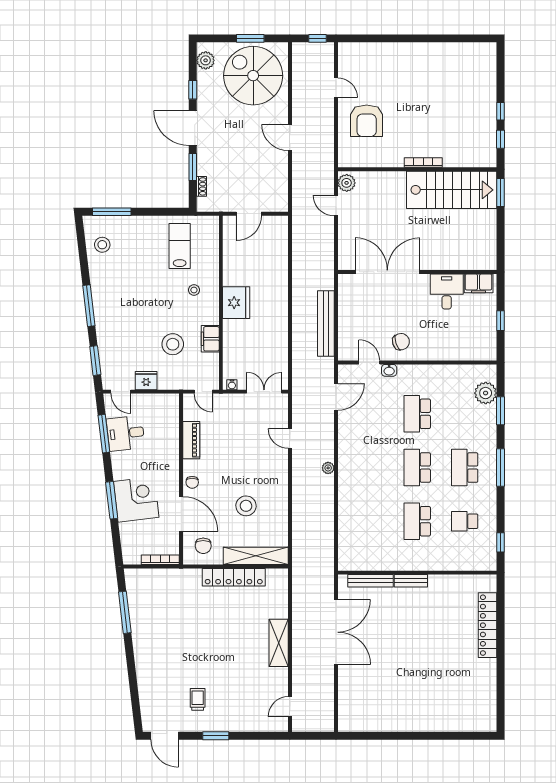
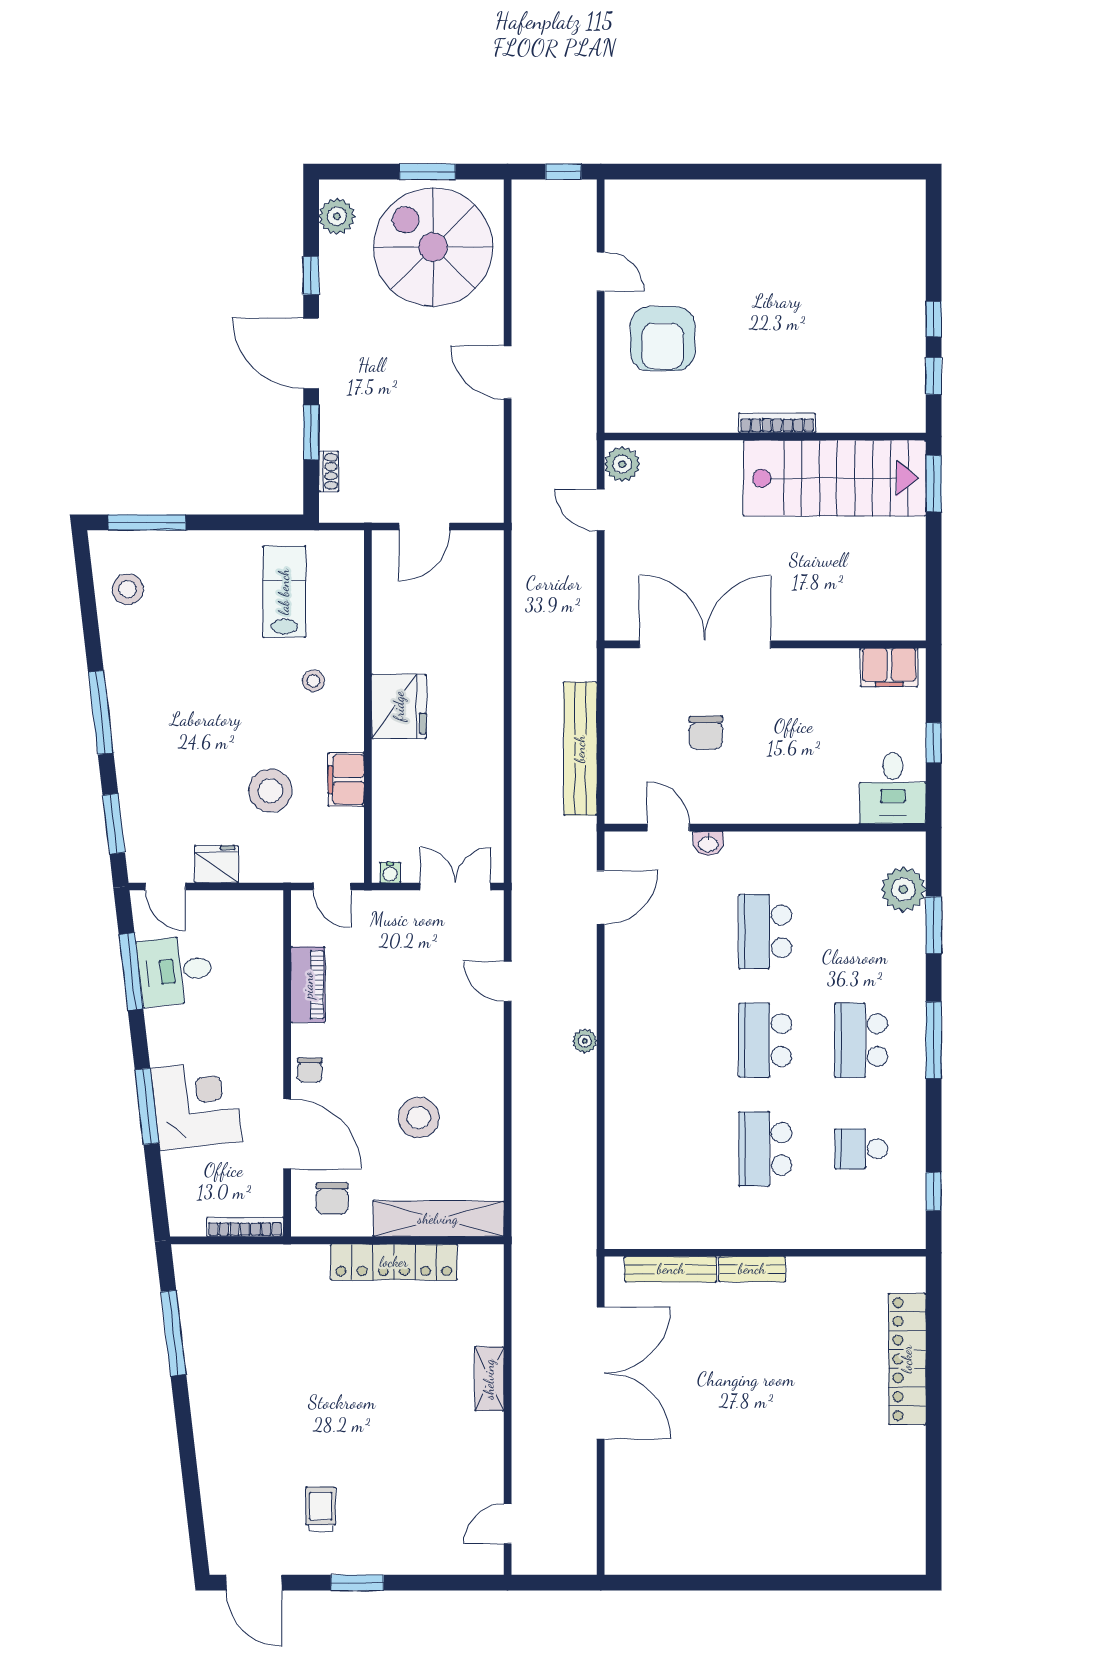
desk: (447, 291) -> (893, 788), moved, turned 180
chair: (401, 342) -> (706, 733), moved, turned 109
shelving: (279, 643) -> (489, 1379), width x0.67, depth x0.75

